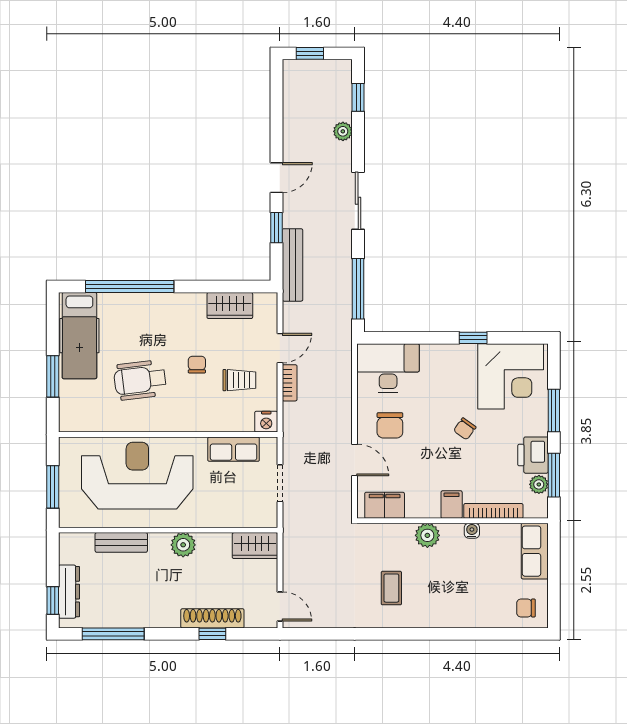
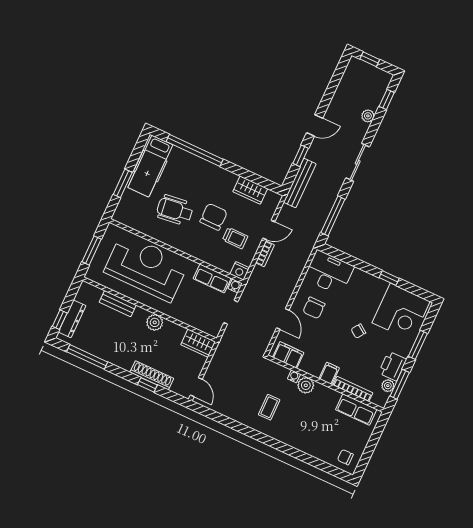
chair: (197, 365) -> (214, 217), width x1.87, depth x1.87
water cooler: (269, 445) -> (235, 286), added
water cooler: (472, 531) -> (294, 376), moved
row of seats: (535, 551) -> (356, 409), moved, turned -90

